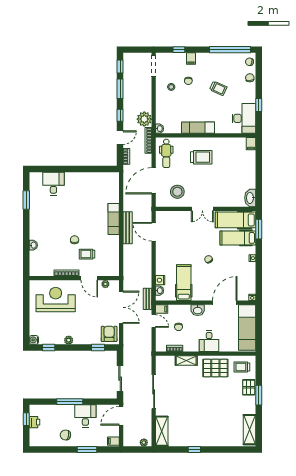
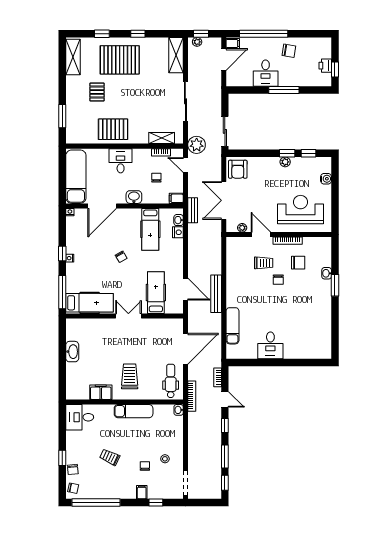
window: (259, 105) -> (62, 458), moved
desk: (244, 118) -> (80, 417), width x0.73
plant: (144, 119) -> (197, 145), moved
door: (120, 138) -> (225, 399), swing flipped
filing cabinet: (251, 144) -> (101, 392), moved, width x2.00
trolley: (201, 157) -> (130, 376), turned 90
desk: (53, 184) -> (270, 345), moved
stool: (177, 192) -> (158, 336), removed
washbasin: (250, 198) -> (72, 352), moved
window: (26, 200) -> (335, 285), moved
exam couch: (114, 219) -> (232, 326), moved
window: (259, 229) -> (62, 292), width x1.44
hospital bed: (238, 238) -> (156, 293), moved, turned -90
chair: (58, 254) -> (298, 263), added
window: (259, 262) -> (62, 254), added
reception desk: (56, 300) -> (300, 210), turned 180
door: (154, 321) -> (185, 165), moved
water cooler: (34, 340) -> (326, 179), moved
window: (98, 348) -> (287, 153), moved
shelving: (186, 361) -> (162, 138), moved
trolley: (242, 367) -> (82, 131), removed
sliding door: (120, 379) -> (225, 131), moved
pallet: (249, 387) -> (97, 92), moved
window: (259, 395) -> (62, 116), moved
door: (121, 416) -> (224, 59), moved
pallet: (210, 427) -> (120, 60), added
window: (87, 449) -> (264, 34), width x2.11
window: (140, 449) -> (201, 34), added
window: (225, 449) -> (102, 34), added

